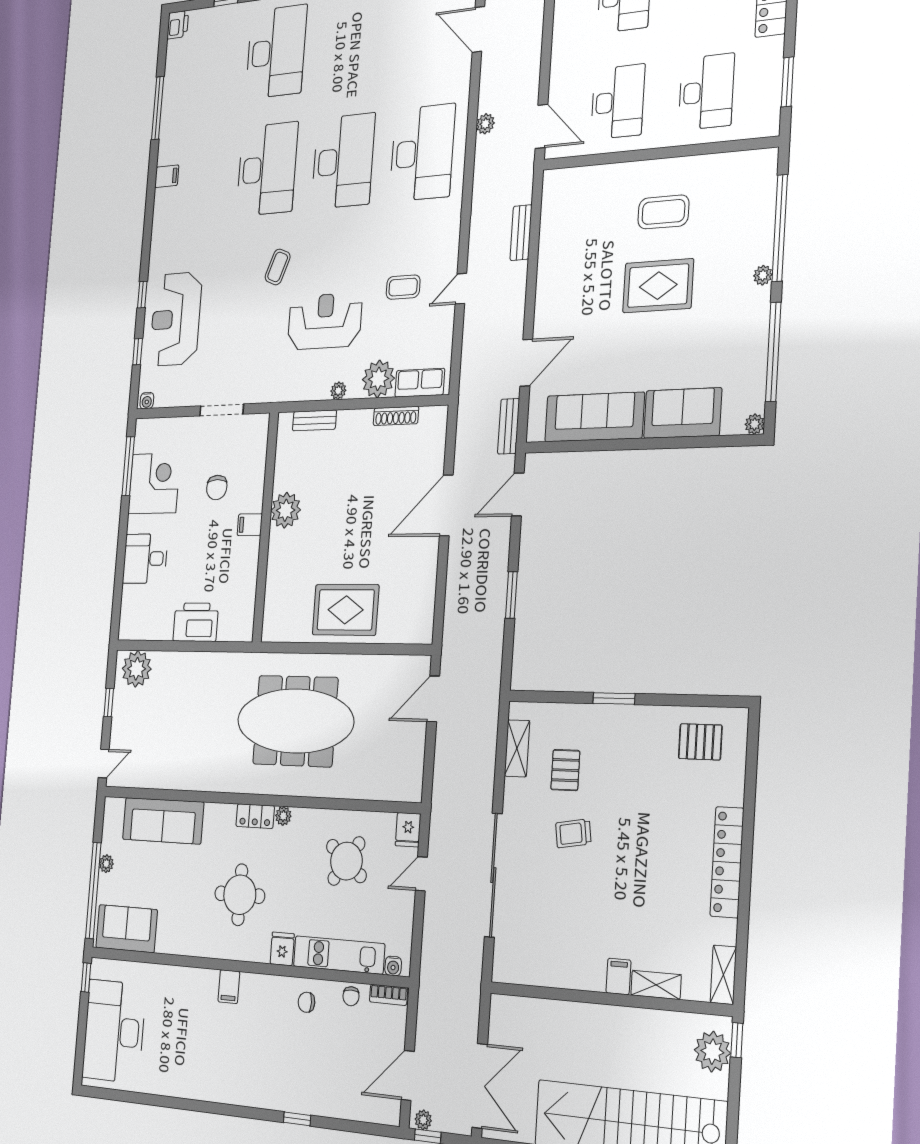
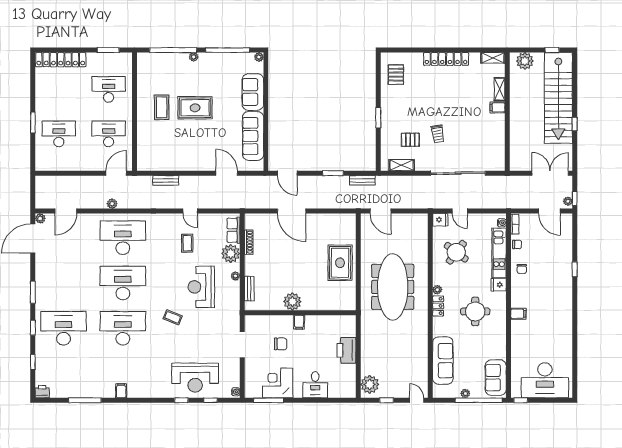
rug: (658, 286) -> (195, 108), turned 90
bench: (509, 426) -> (362, 180), moved
window: (737, 1040) -> (552, 50), moved

